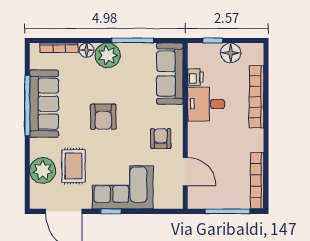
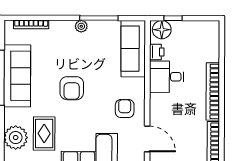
floor lamp: (87, 50) -> (56, 27), removed
floor lamp: (231, 53) -> (162, 30), moved
plant: (108, 55) -> (81, 26), width x0.53, depth x0.53
bookcase: (256, 97) -> (213, 91), moved

